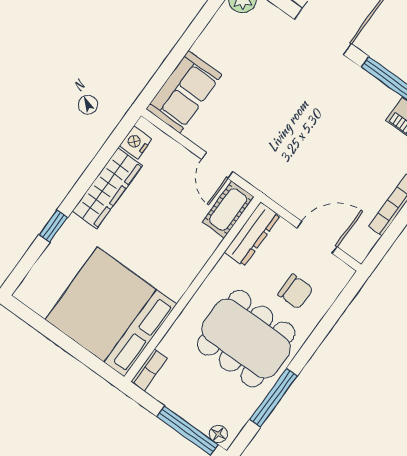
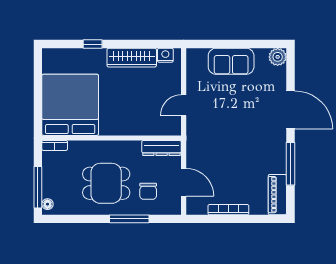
sofa: (184, 92) -> (231, 61), moved
cot: (228, 209) -> (165, 127), removed
dining table: (246, 339) -> (106, 183), width x0.73
window: (273, 398) -> (129, 219), moved

